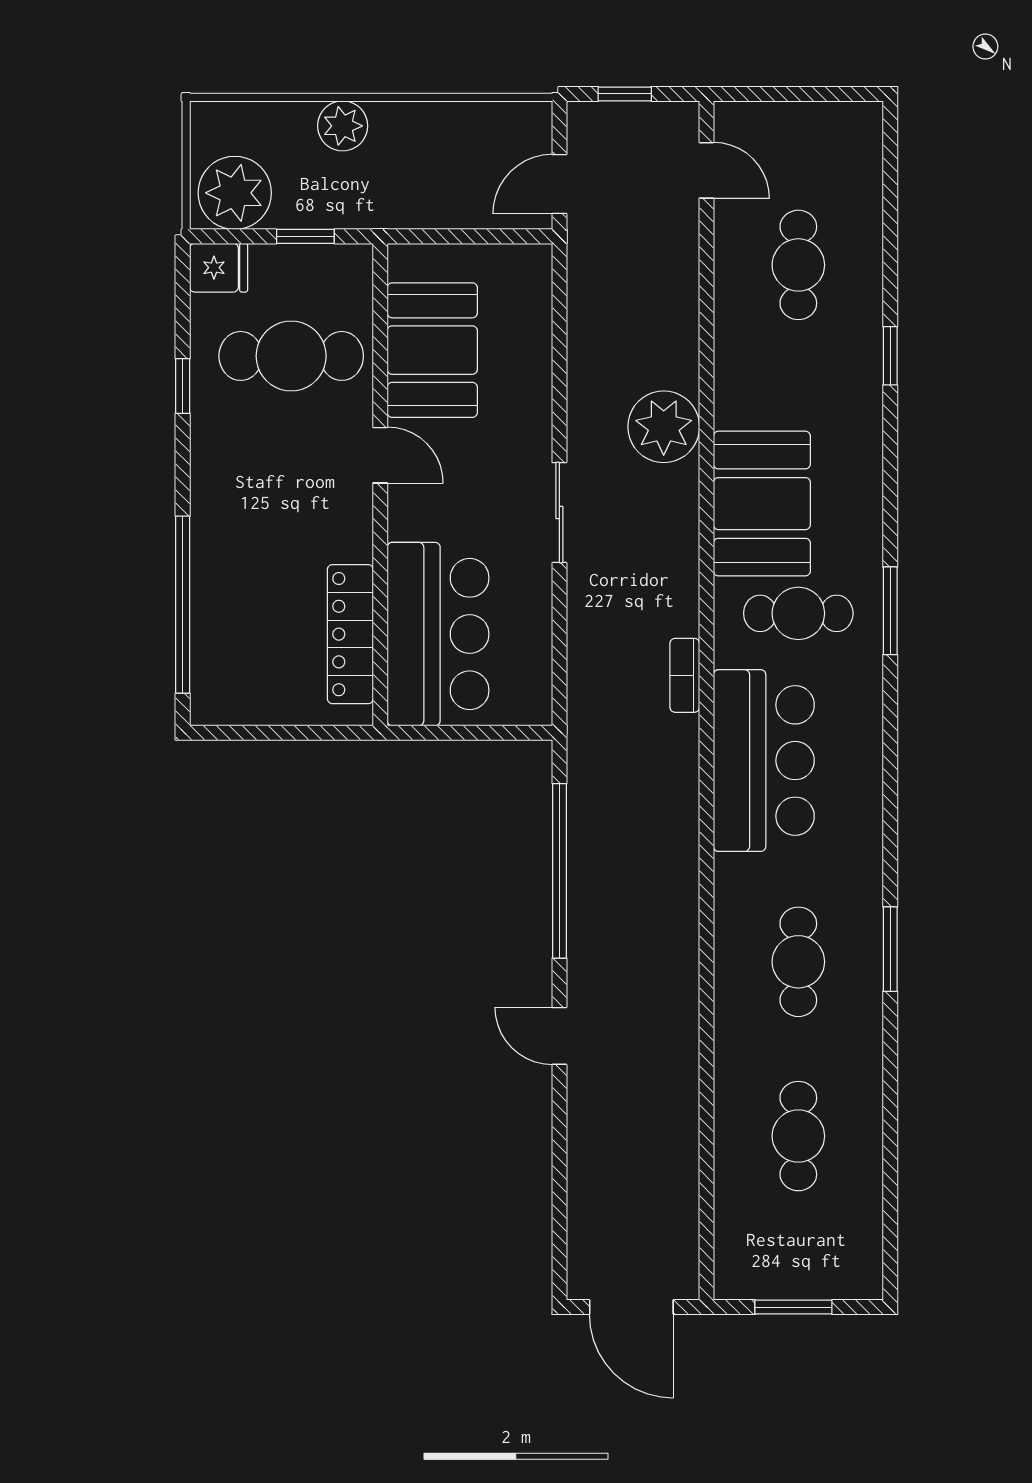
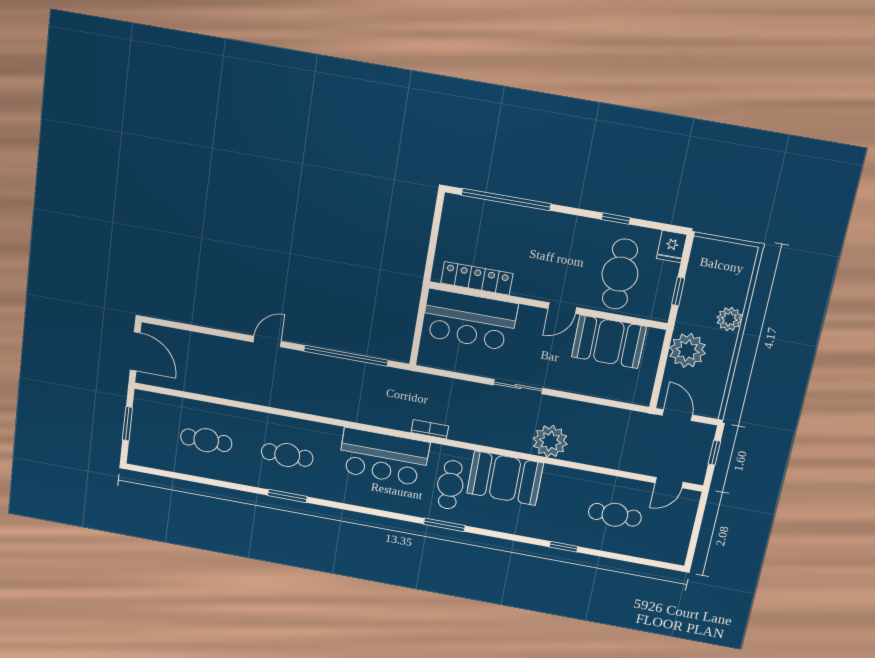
plant: (235, 193) -> (687, 350), moved
door: (631, 1307) -> (135, 351), swing flipped

